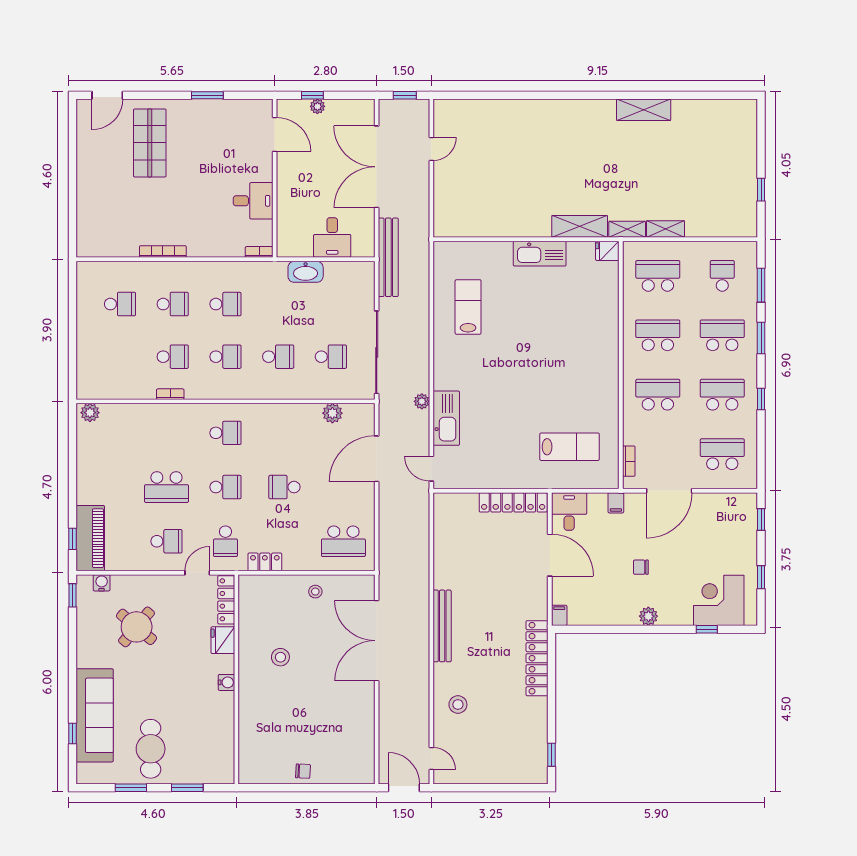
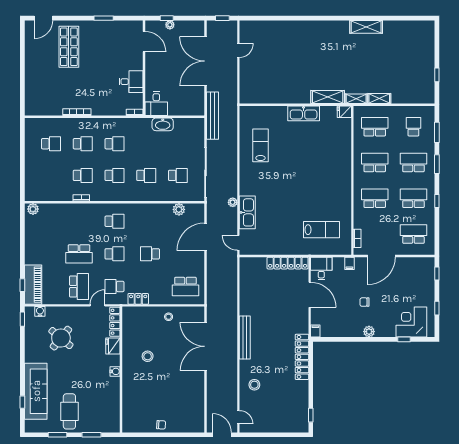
desk: (332, 238) -> (156, 104), moved
school desk: (166, 541) -> (79, 286), width x1.85
school desk: (225, 541) -> (114, 286), turned 90

